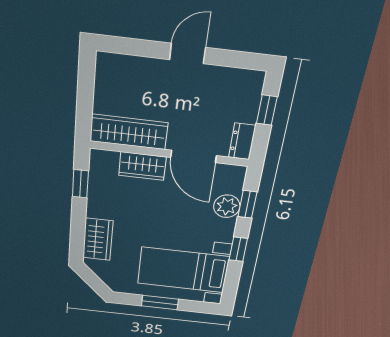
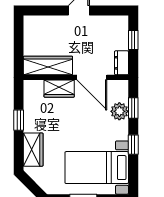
window: (80, 184) -> (19, 120), moved

